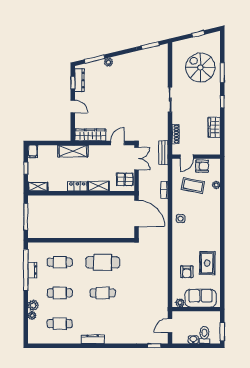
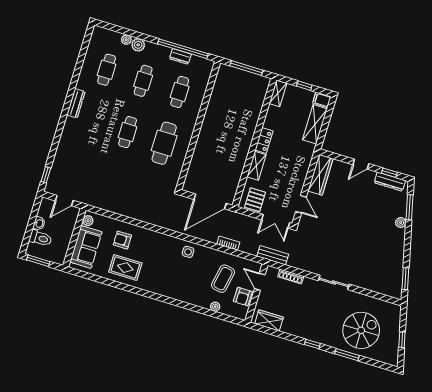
wardrobe: (214, 127) -> (269, 320), moved
shelving: (73, 151) -> (315, 124), moved
door: (170, 326) -> (64, 201), swing flipped

